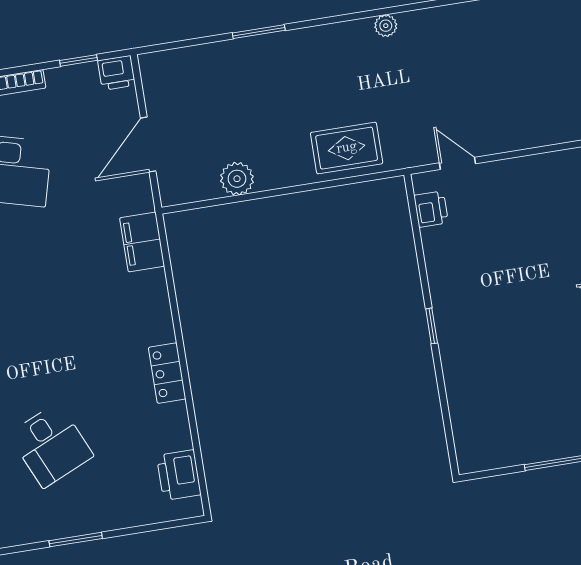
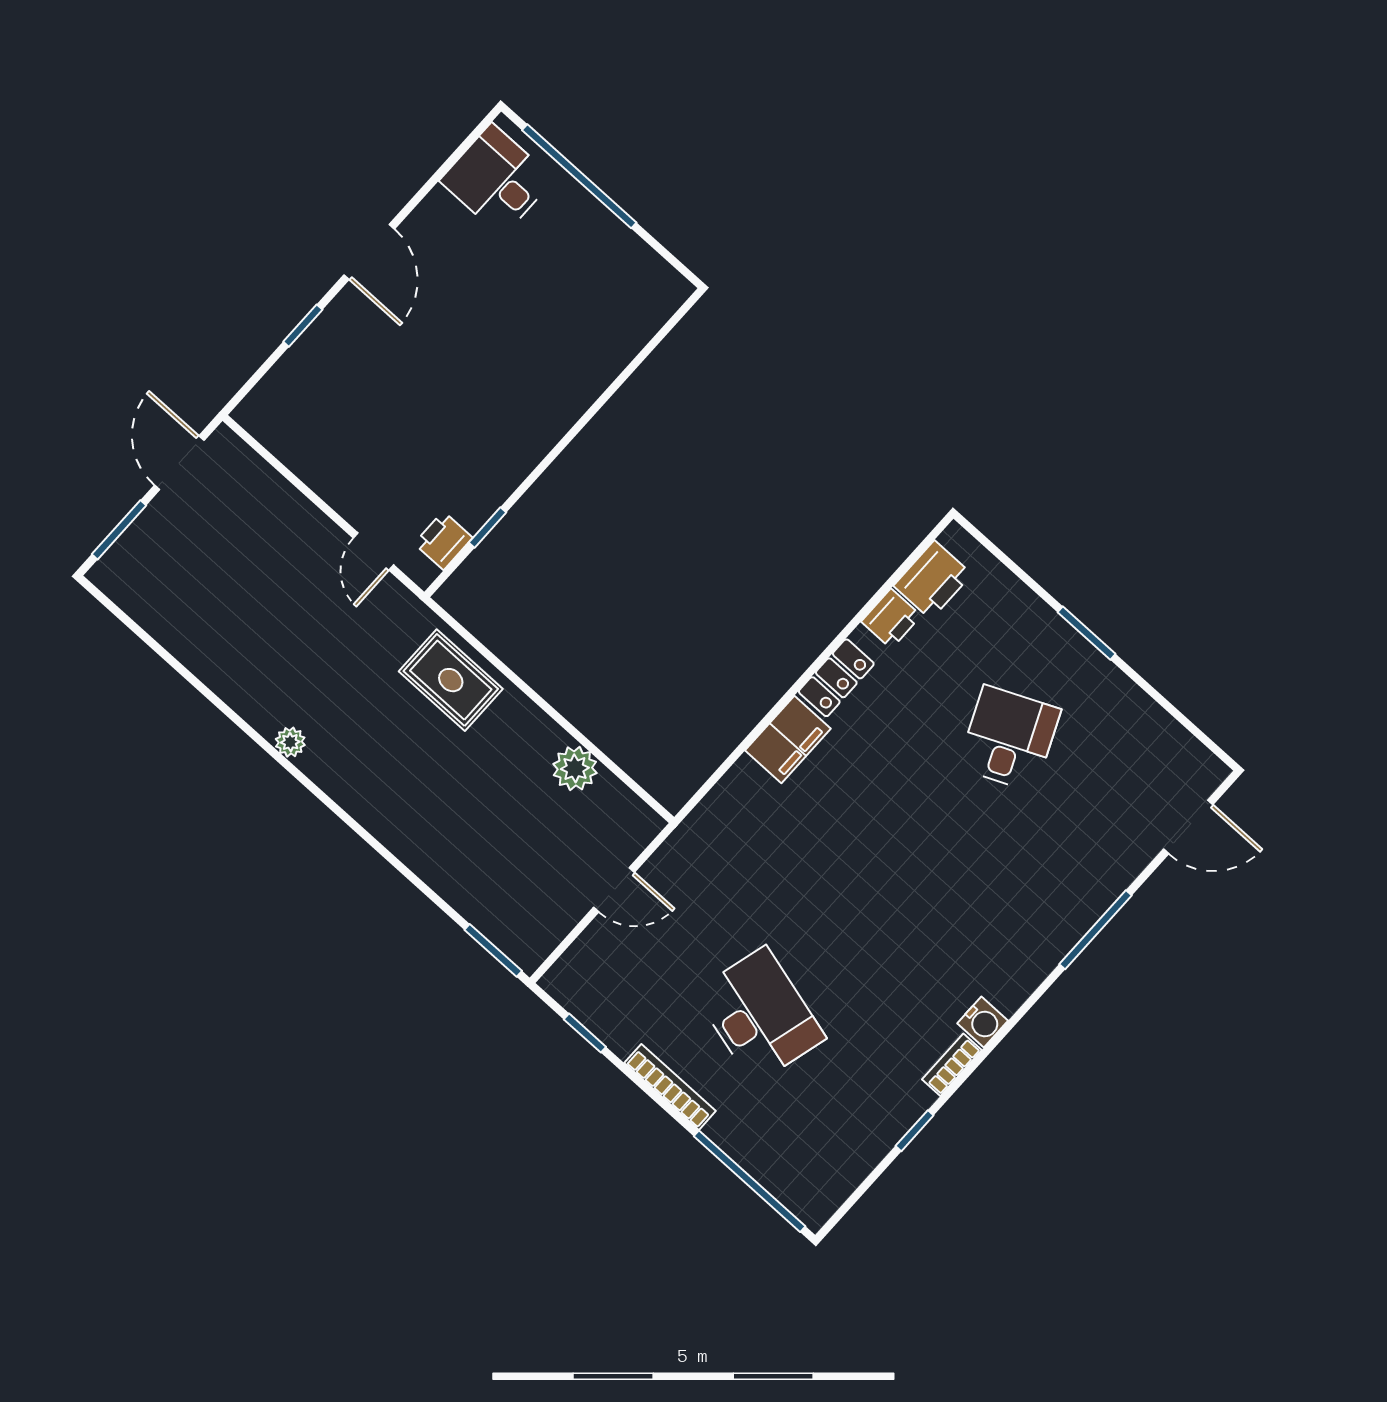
window: (259, 32) -> (493, 950), moved
printer: (117, 73) -> (891, 619), moved, turned 90
door: (148, 145) -> (614, 890), width x0.73
filing cabinet: (142, 242) -> (788, 740), moved
window: (432, 326) -> (487, 528), moved

